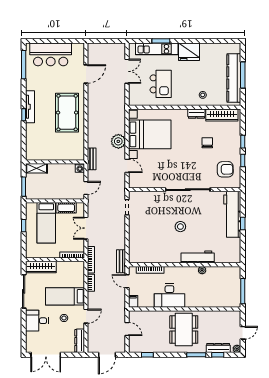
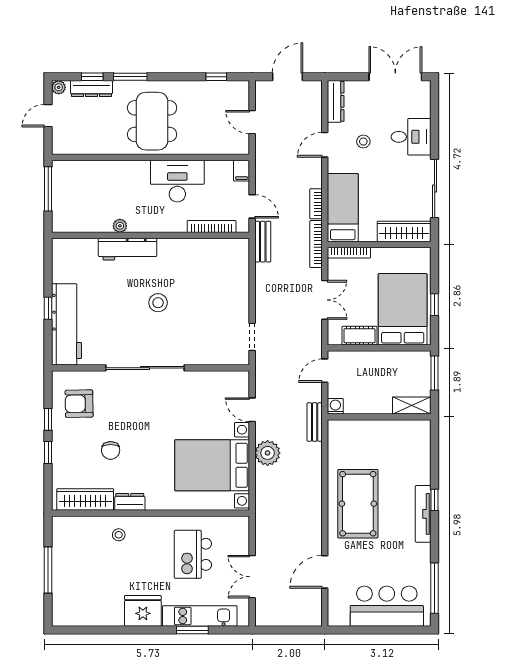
kitchen counter: (234, 78) -> (64, 565), removed
bed: (46, 223) -> (403, 309), width x1.50
bed: (65, 296) -> (343, 208), moved, turned -90

